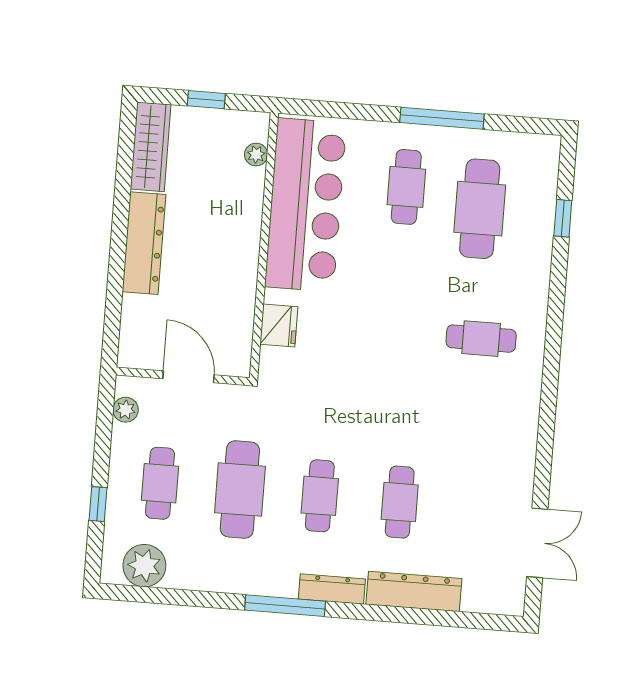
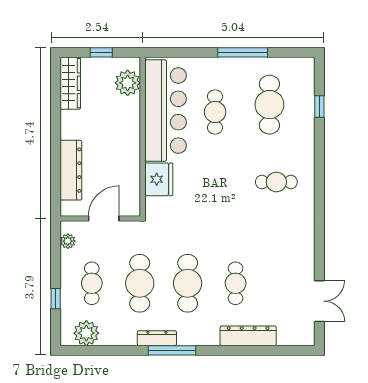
plant: (256, 155) -> (128, 83), width x1.88, depth x1.88
cafe table: (406, 187) -> (215, 112), moved
dresser: (144, 243) -> (71, 170), moved
fridge: (279, 325) -> (159, 179), width x1.36, depth x1.34
door: (188, 377) -> (104, 219), hinge flipped
cafe table: (320, 496) -> (188, 283), width x1.37, depth x1.35
dresser: (332, 589) -> (157, 338), moved

